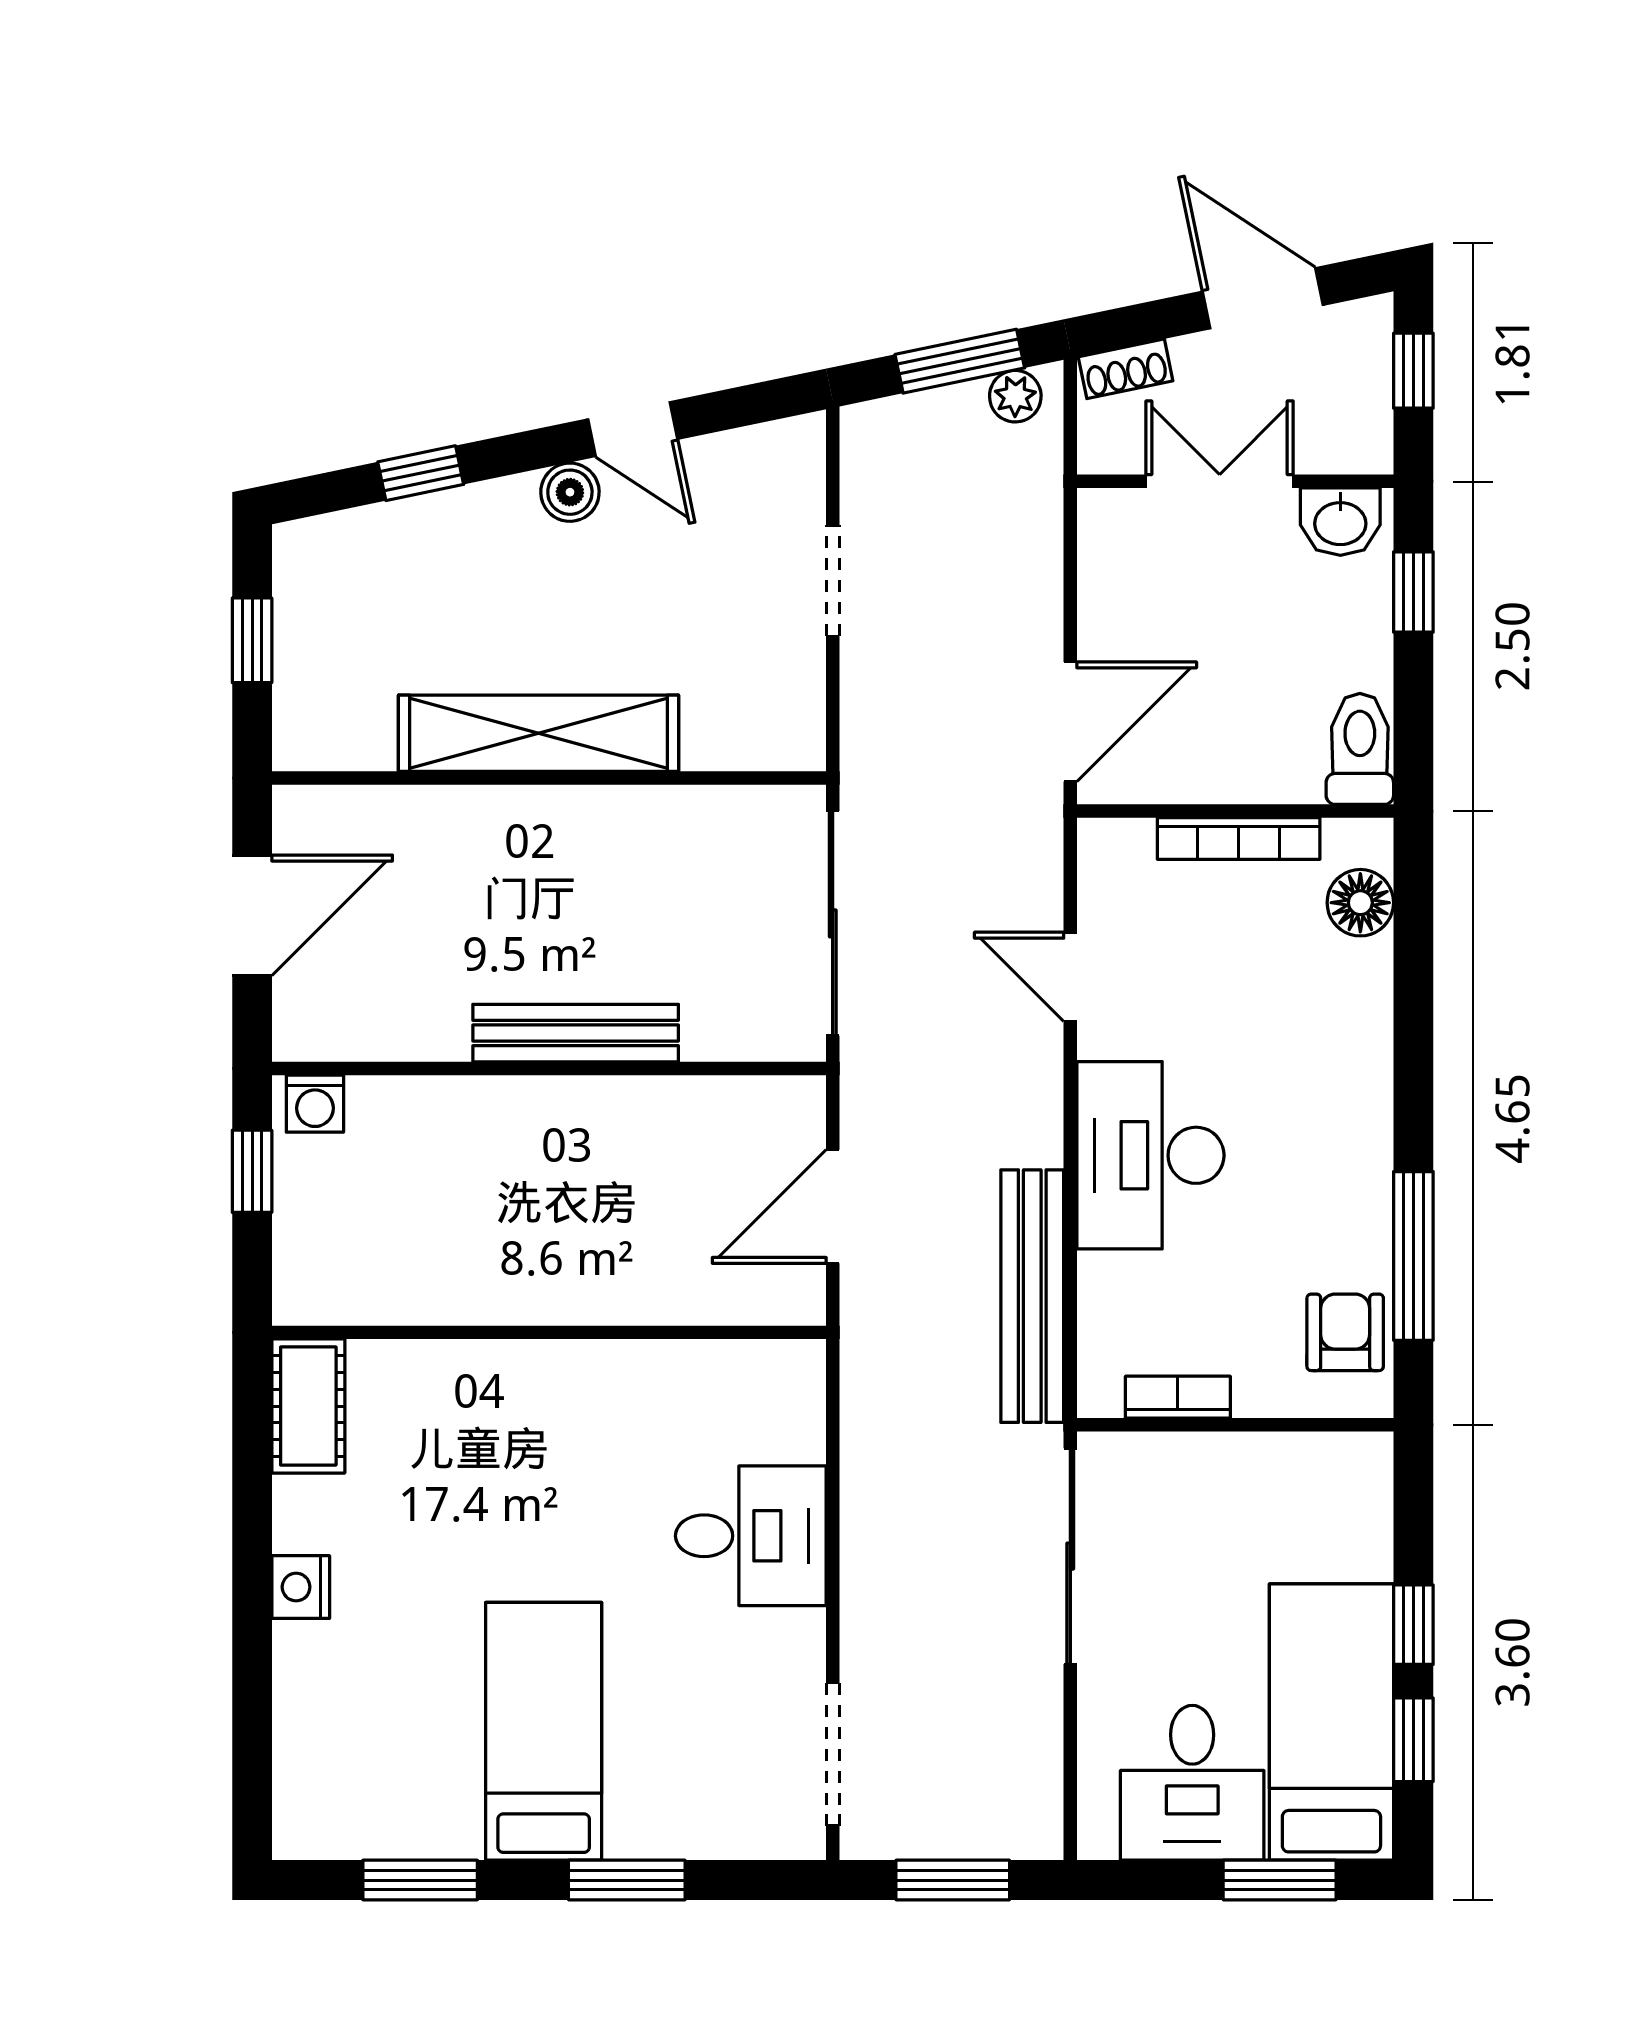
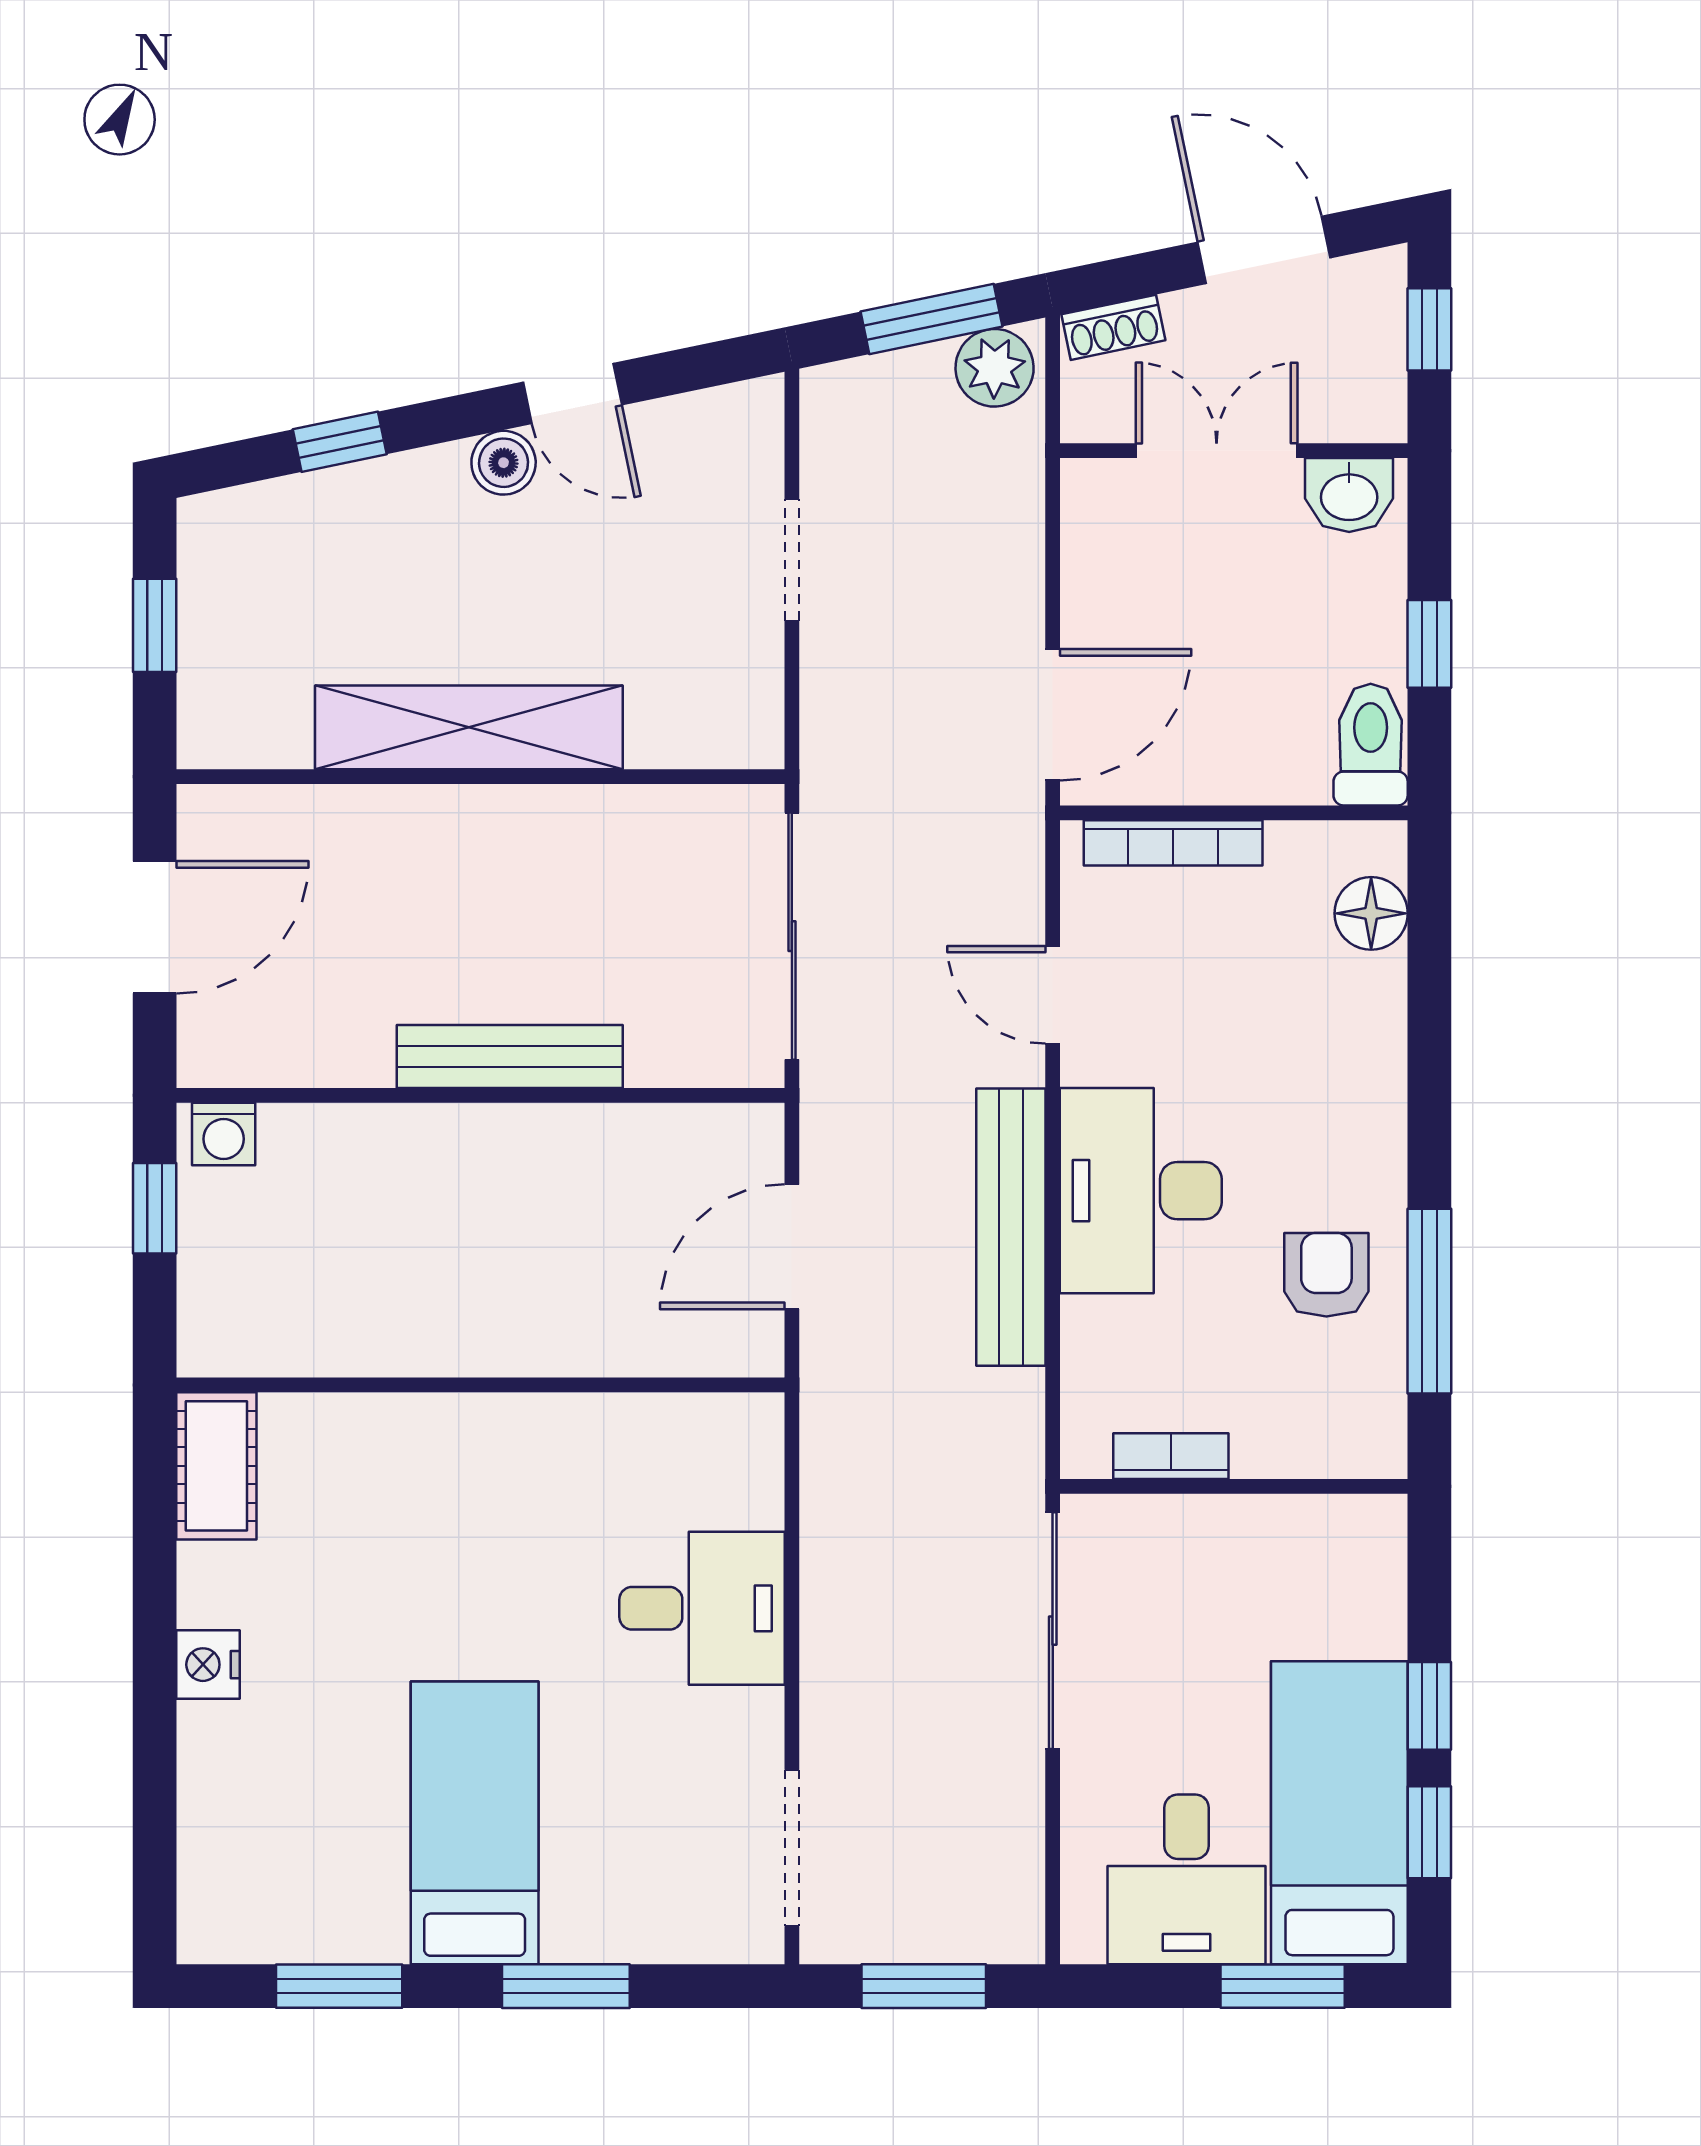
plant: (1015, 396) -> (995, 368), width x1.38, depth x1.38
window: (1413, 592) -> (1429, 644), moved
bookcase: (1239, 838) -> (1173, 843), moved
bench: (1032, 1296) -> (1011, 1227), moved
armchair: (1345, 1332) -> (1326, 1275), moved

